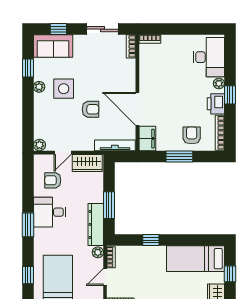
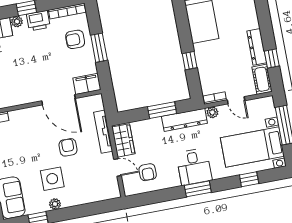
door: (137, 109) -> (59, 100), hinge flipped
plant: (39, 145) -> (114, 192), removed
tv unit: (115, 145) -> (103, 132), moved
desk: (50, 212) -> (194, 167), moved

